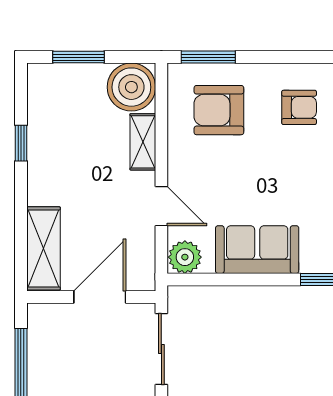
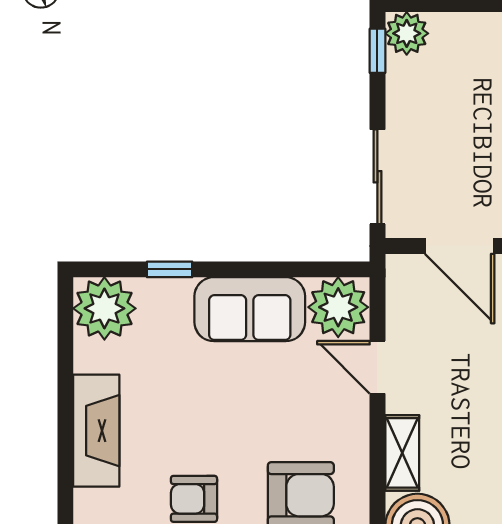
plant: (185, 257) -> (338, 307), width x1.36, depth x1.36
door: (100, 297) -> (460, 246), hinge flipped

